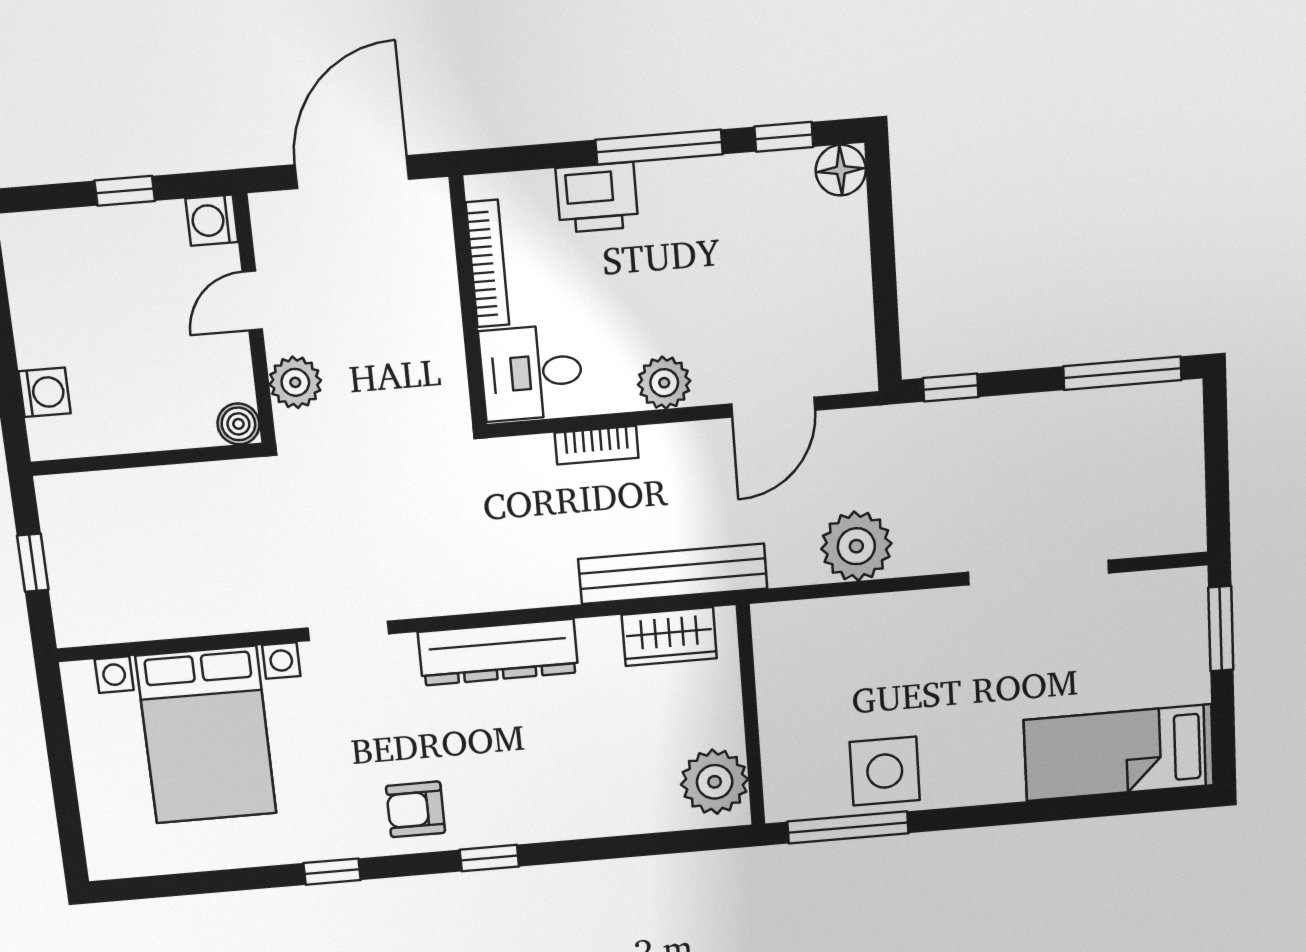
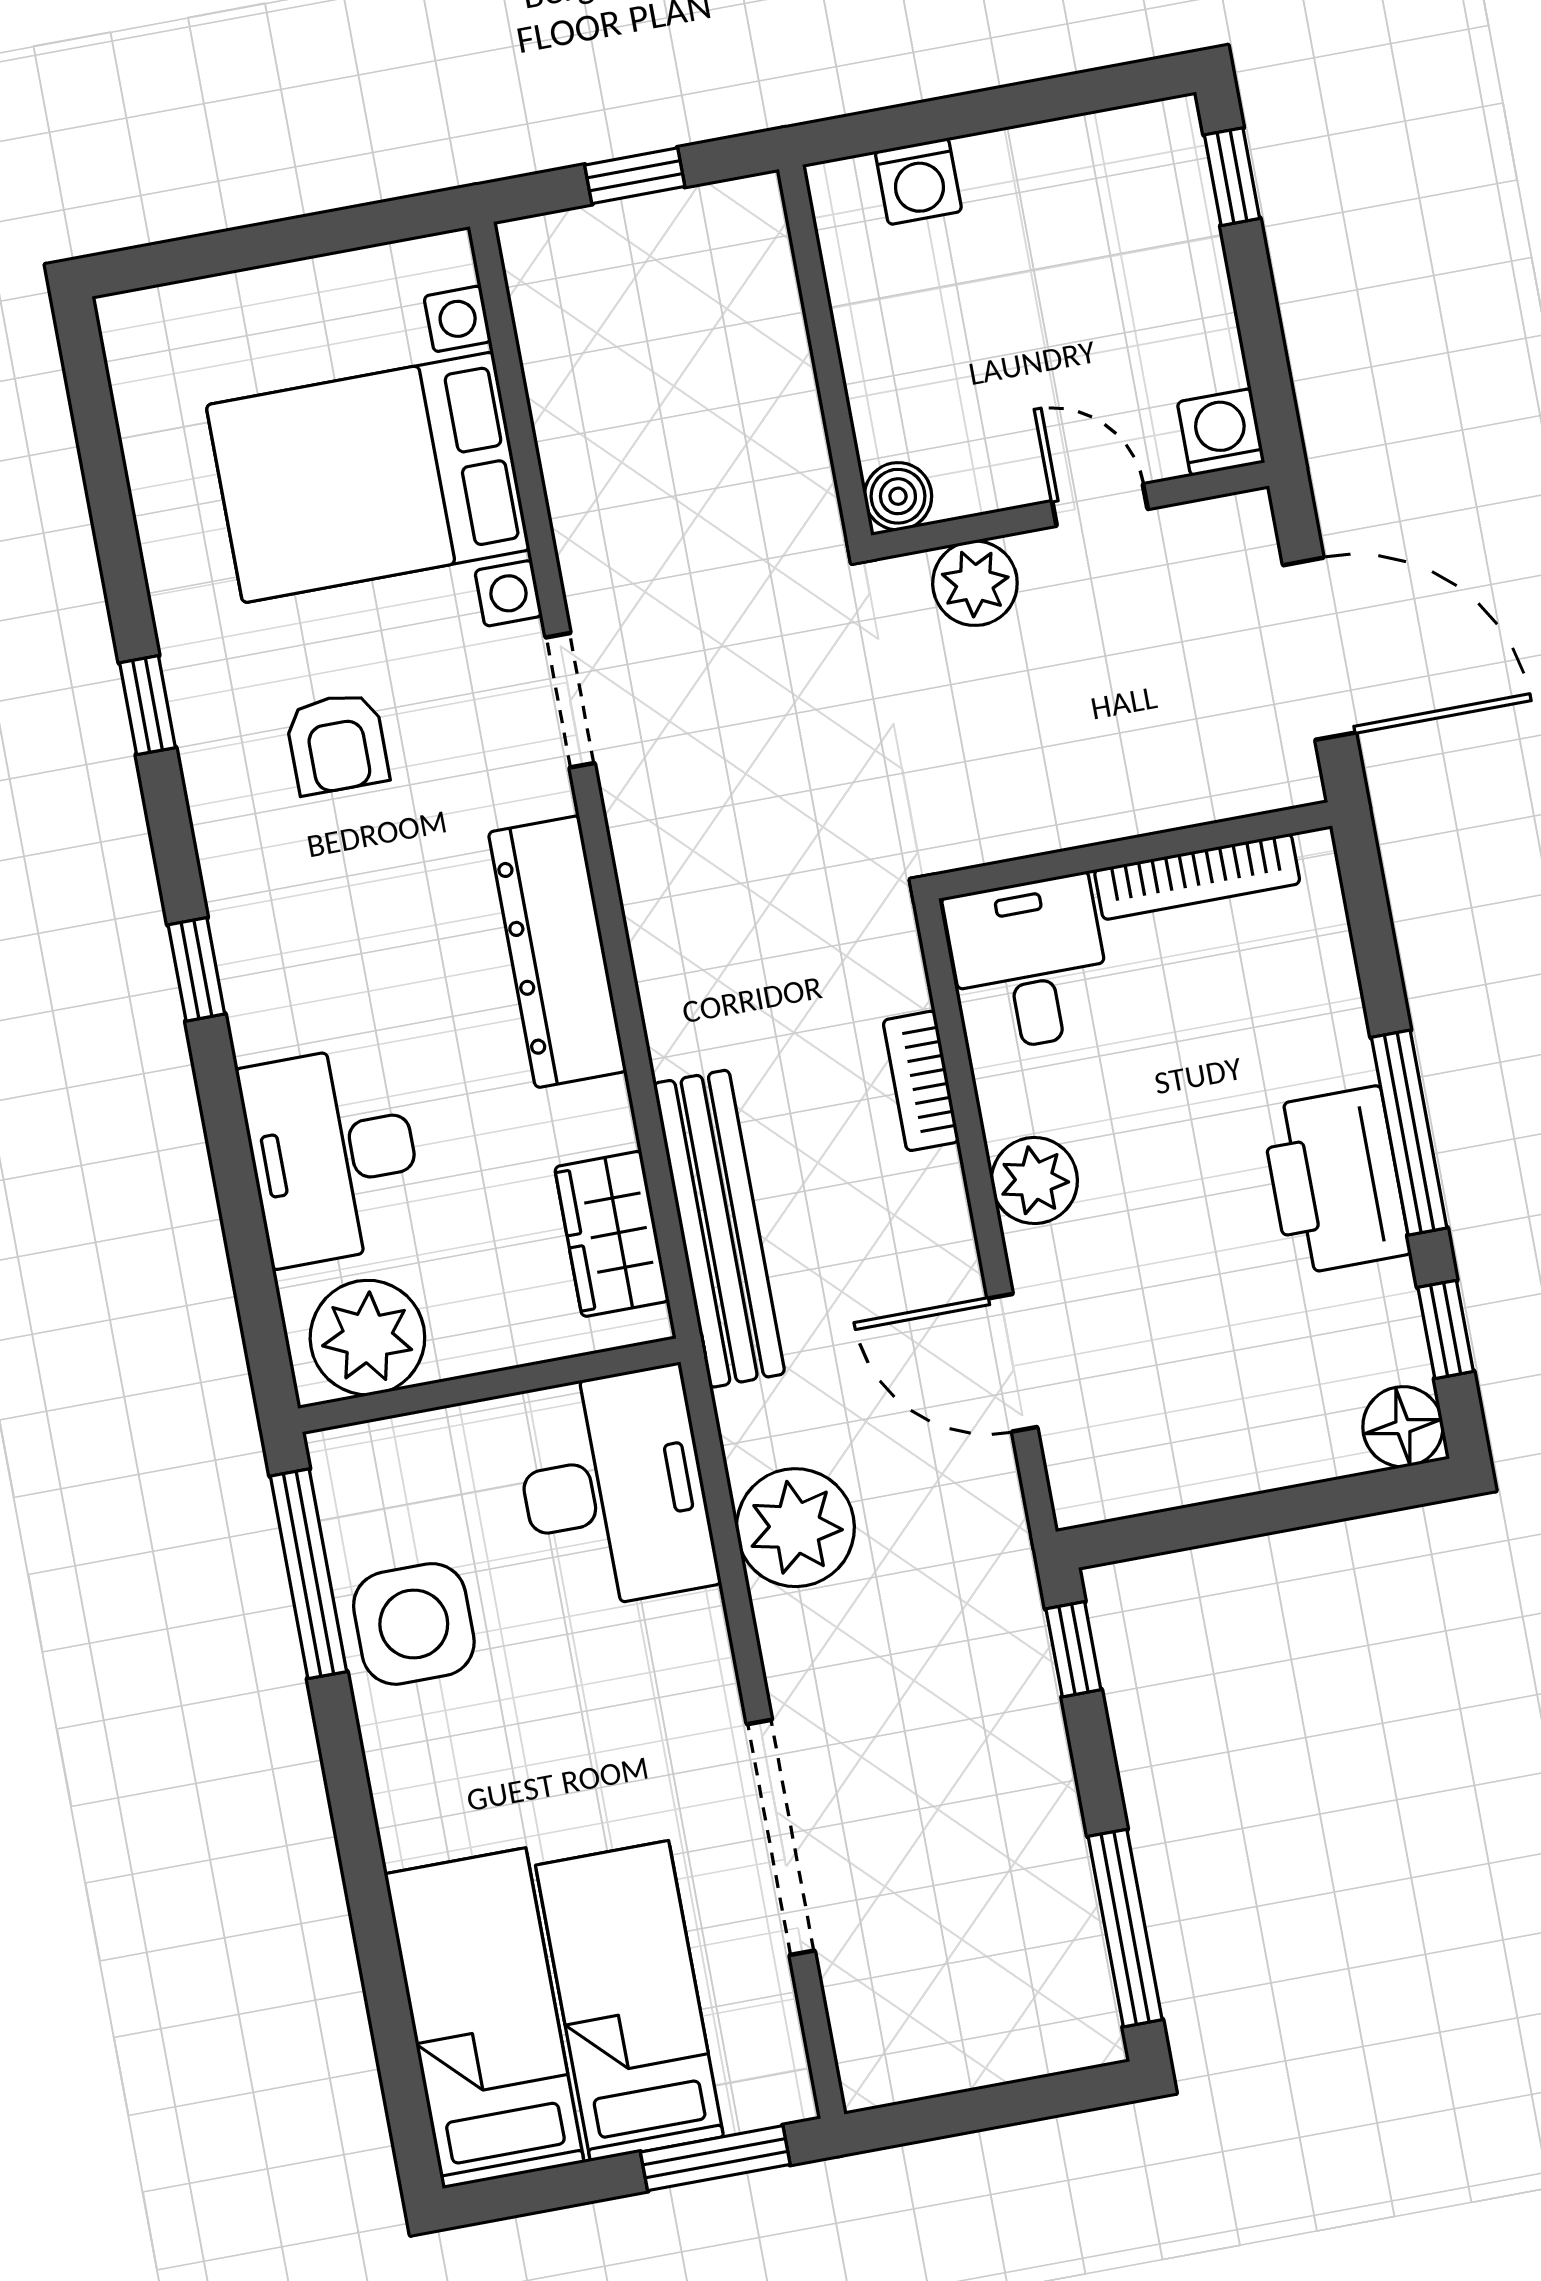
window: (125, 191) -> (1232, 177), moved
printer: (597, 198) -> (1335, 1181), moved, width x1.37, depth x1.19
desk: (820, 650) -> (614, 1489), added
bed: (1121, 669) -> (630, 2001), added
desk: (606, 792) -> (333, 1155), added
armchair: (416, 809) -> (337, 743), moved, turned 180

